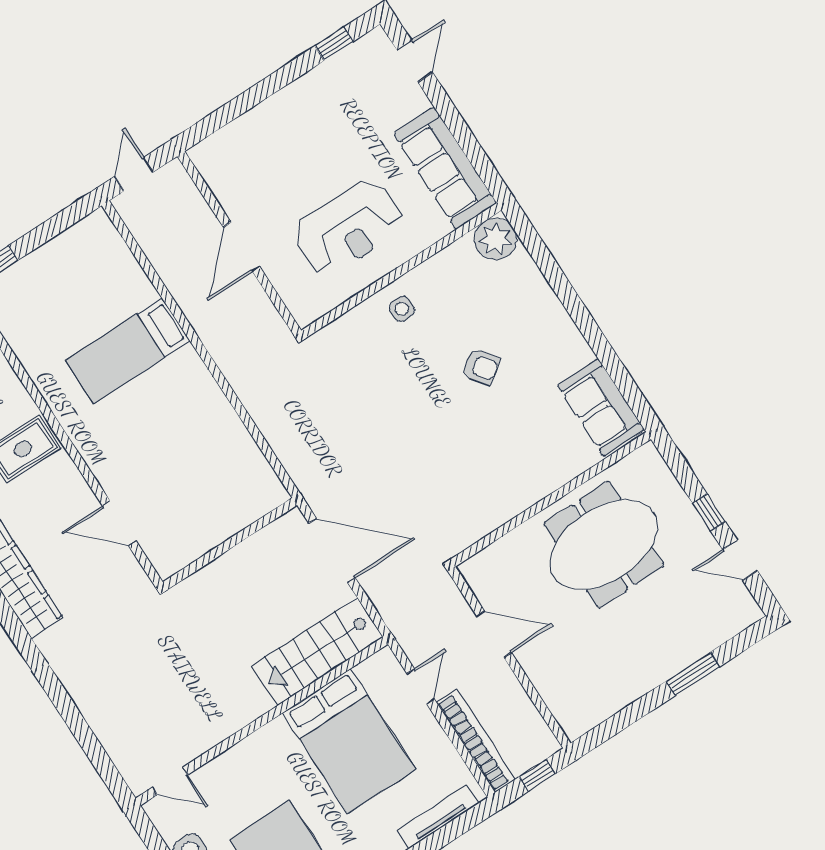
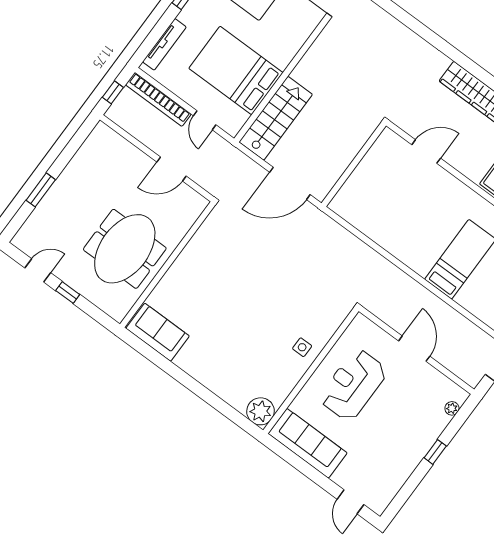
window: (334, 44) -> (435, 452), moved
plant: (219, 141) -> (452, 408), added
armchair: (481, 366) -> (240, 330), removed

